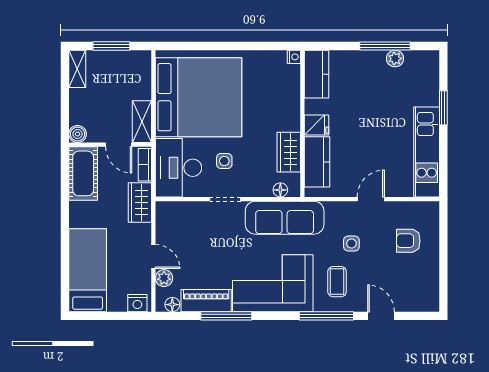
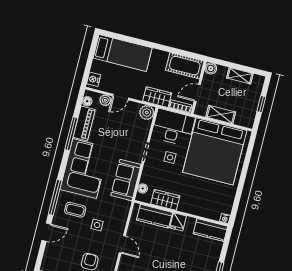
window: (111, 46) -> (261, 104), width x0.67
shelving: (77, 69) -> (240, 76), moved
shelving: (142, 122) -> (221, 115), moved
plant: (167, 212) -> (147, 112), added
sofa: (285, 218) -> (126, 180), width x0.73

